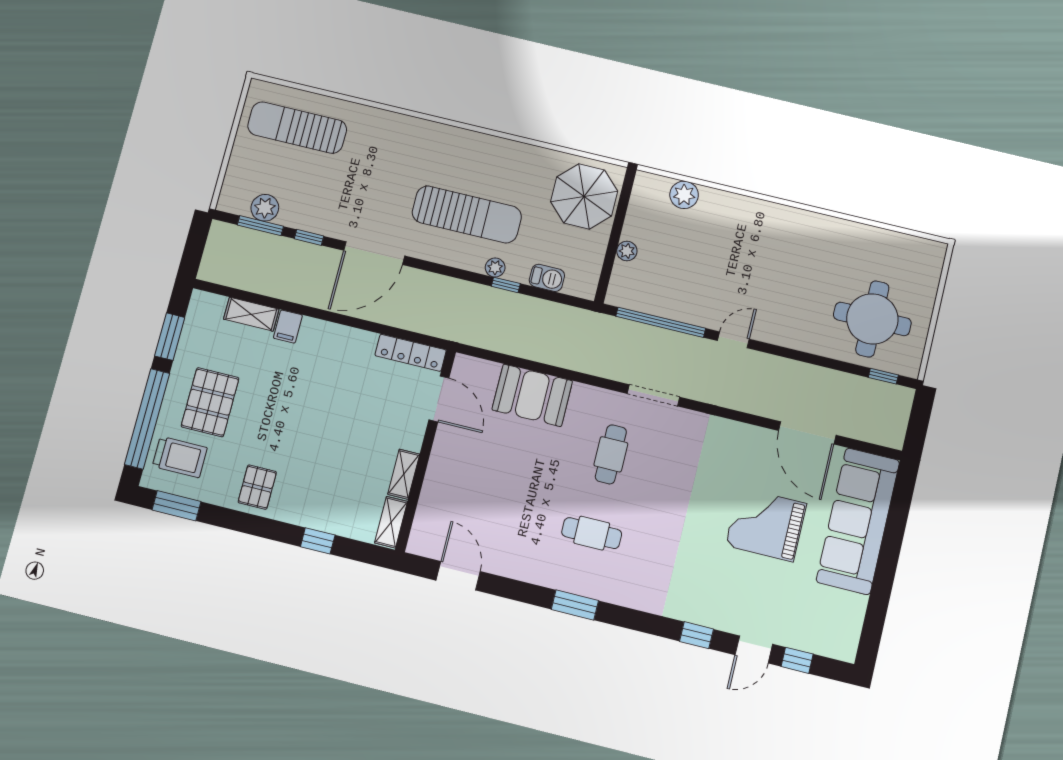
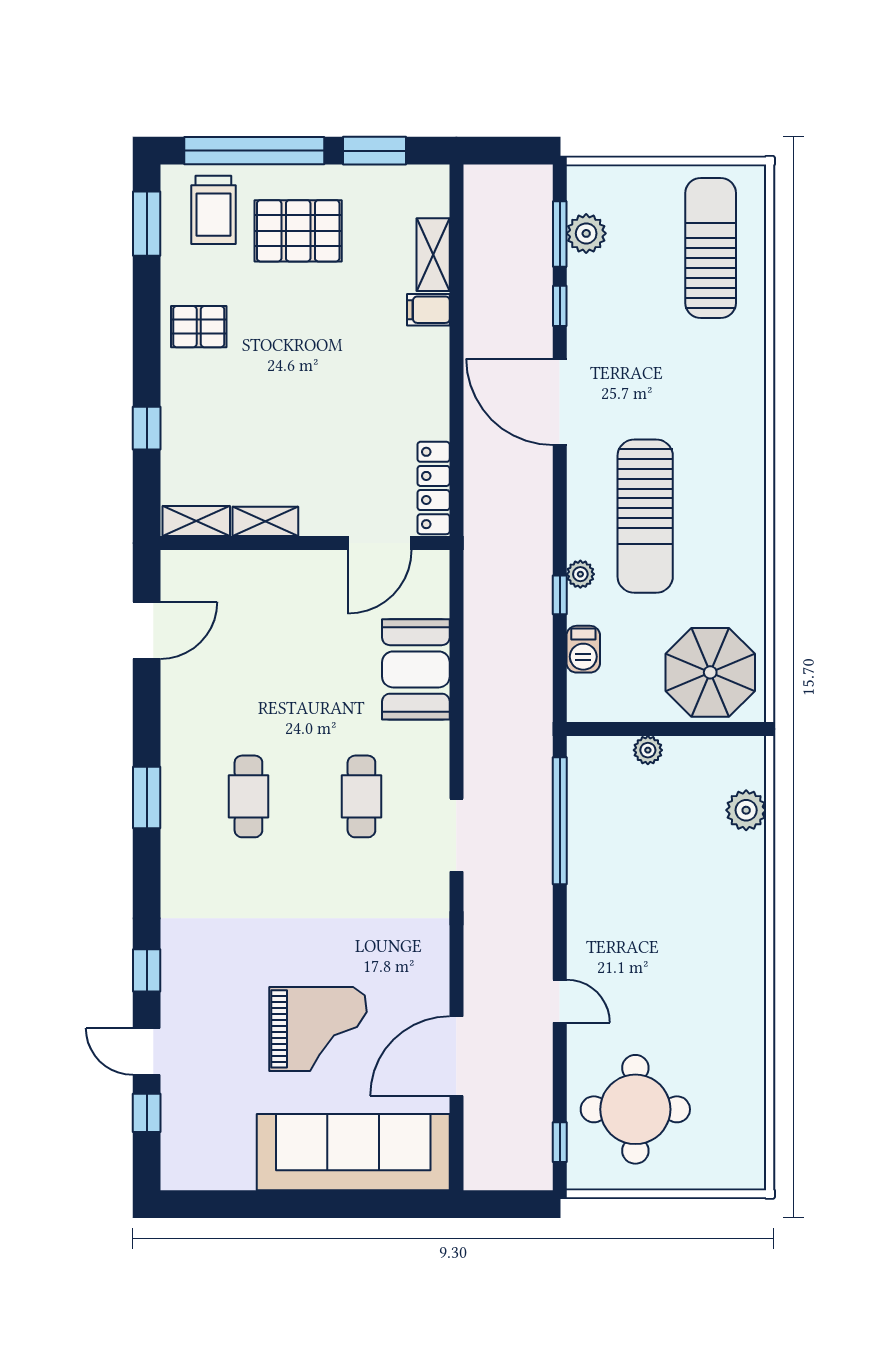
door: (733, 340) -> (560, 1001), moved
cafe table: (611, 454) -> (361, 796), turned 90
grand piano: (766, 524) -> (318, 1029), turned 90

